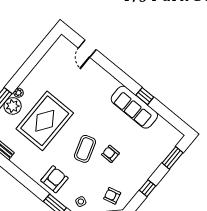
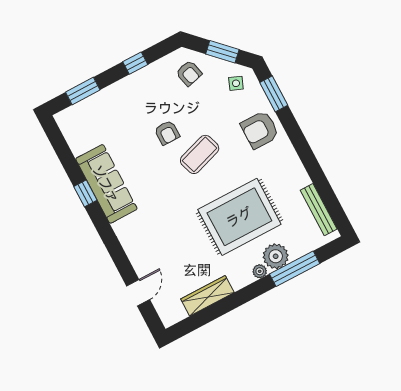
wardrobe: (44, 64) -> (207, 296), added

